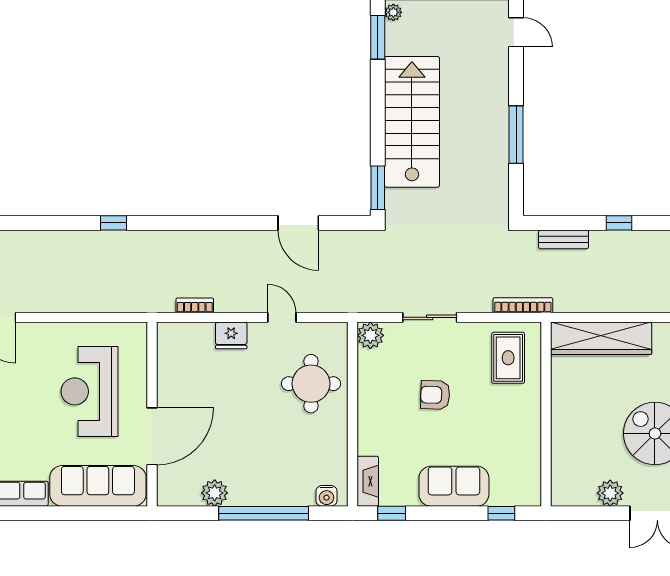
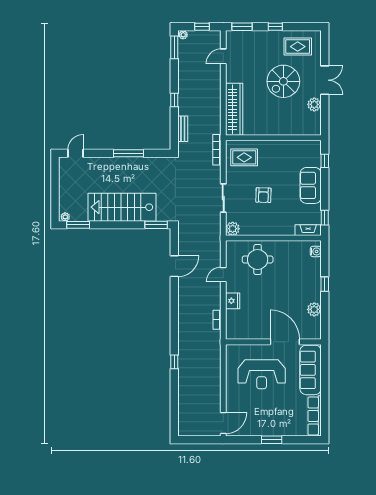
window: (264, 513) -> (325, 284), width x0.32

